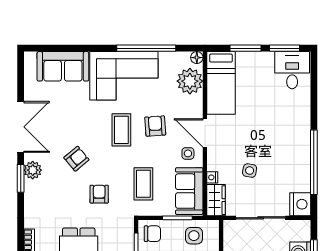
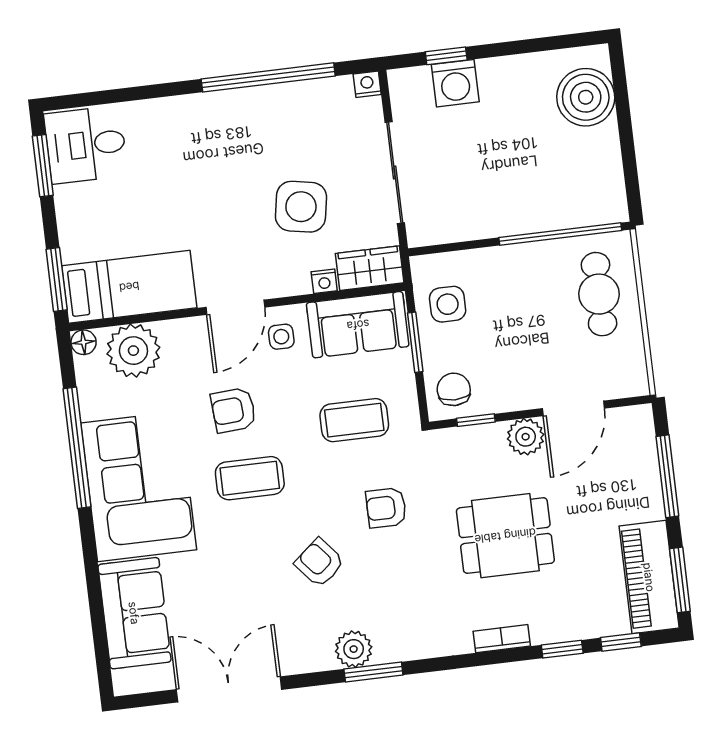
window: (246, 48) -> (57, 280), moved
double door: (21, 127) -> (229, 689), moved
side table: (250, 171) -> (301, 207), width x1.87, depth x1.87
nightstand: (300, 204) -> (367, 84), width x0.53, depth x0.56

